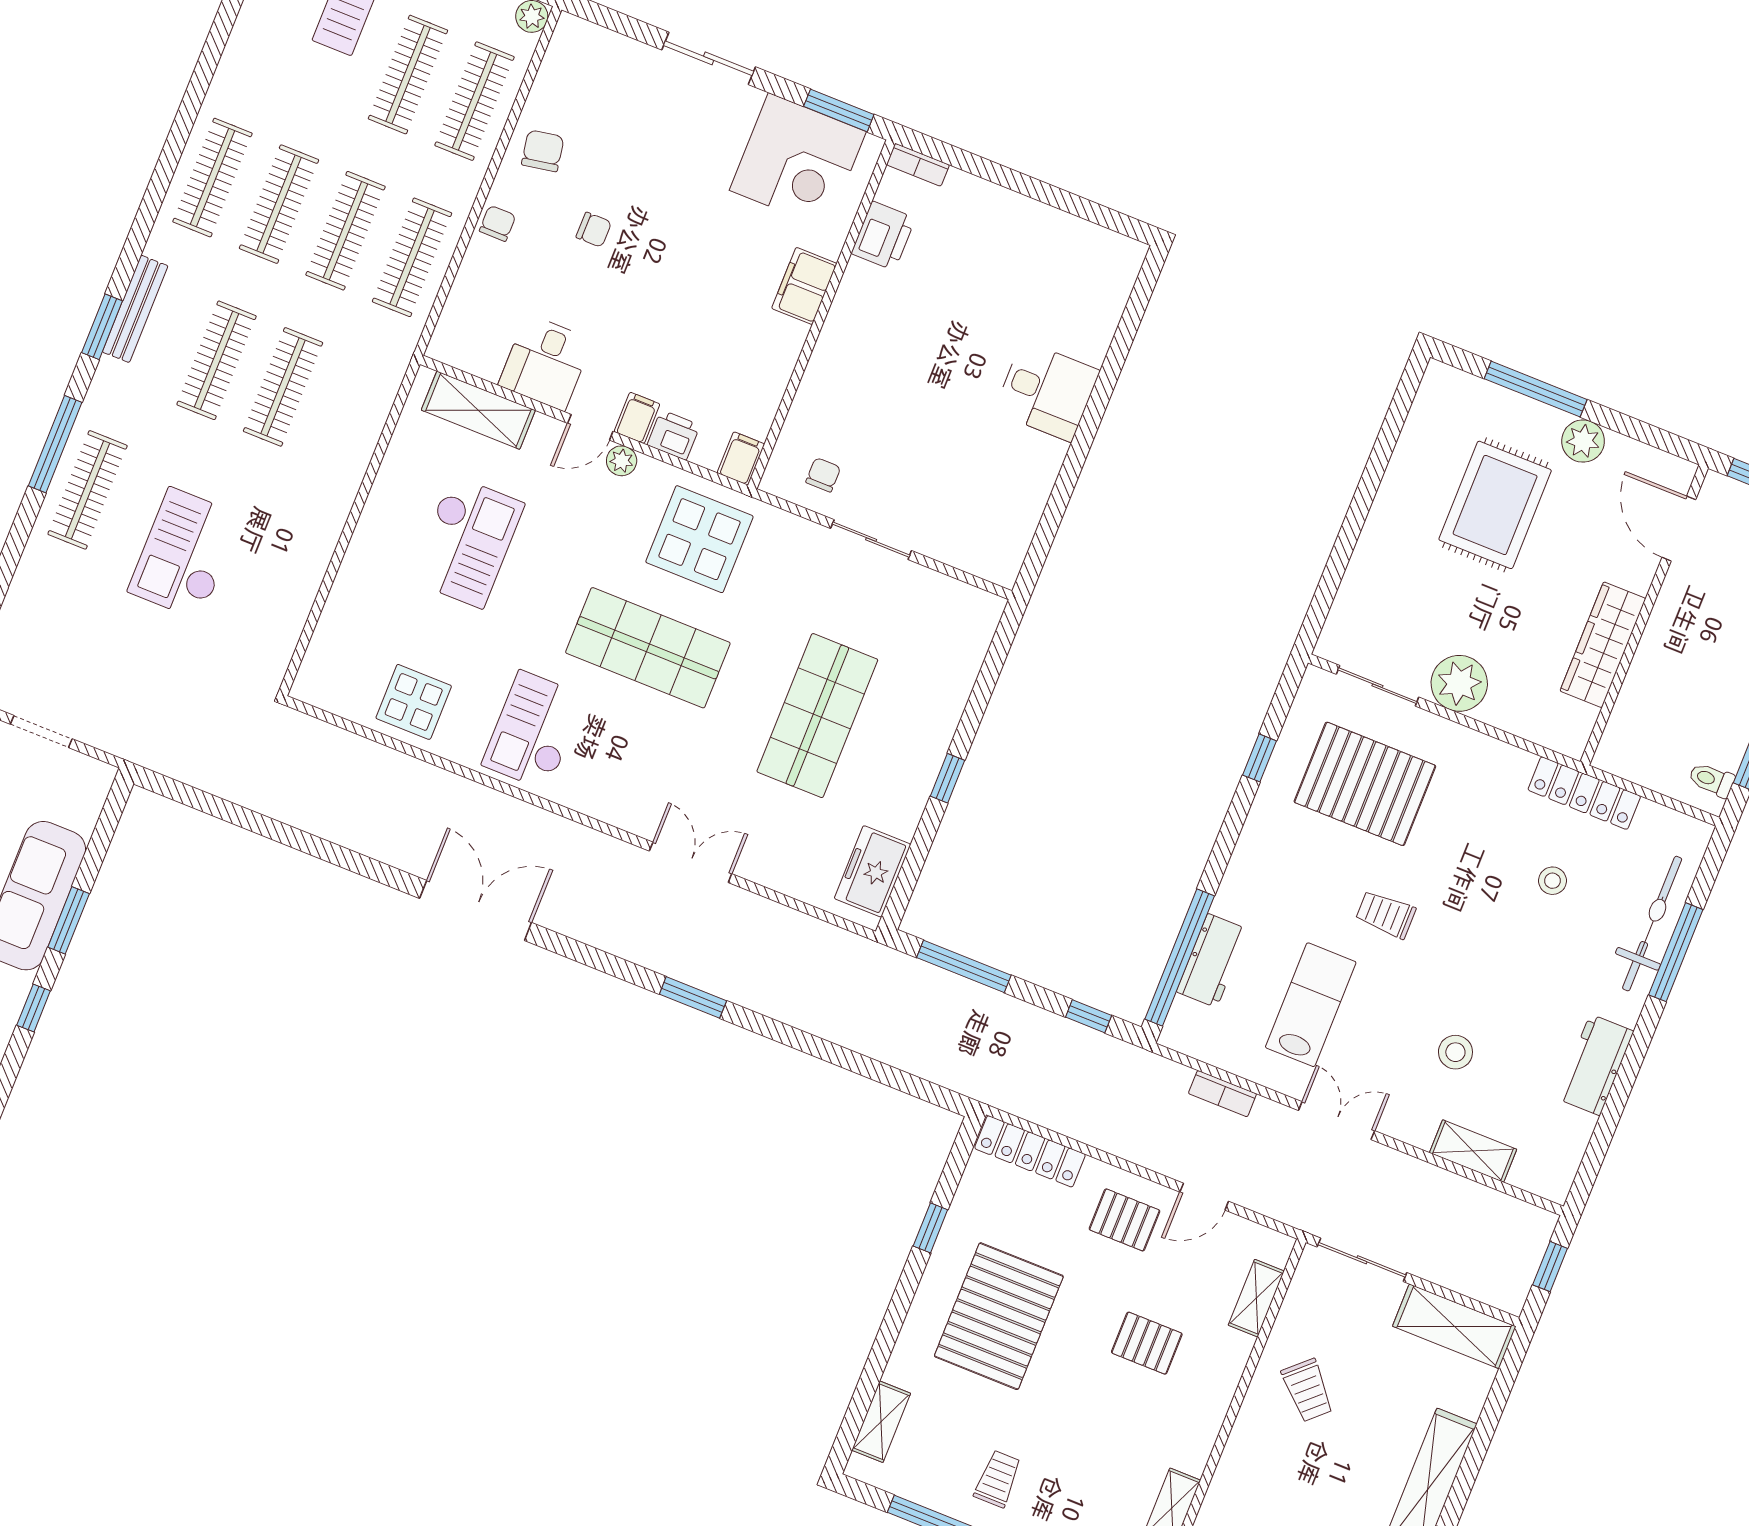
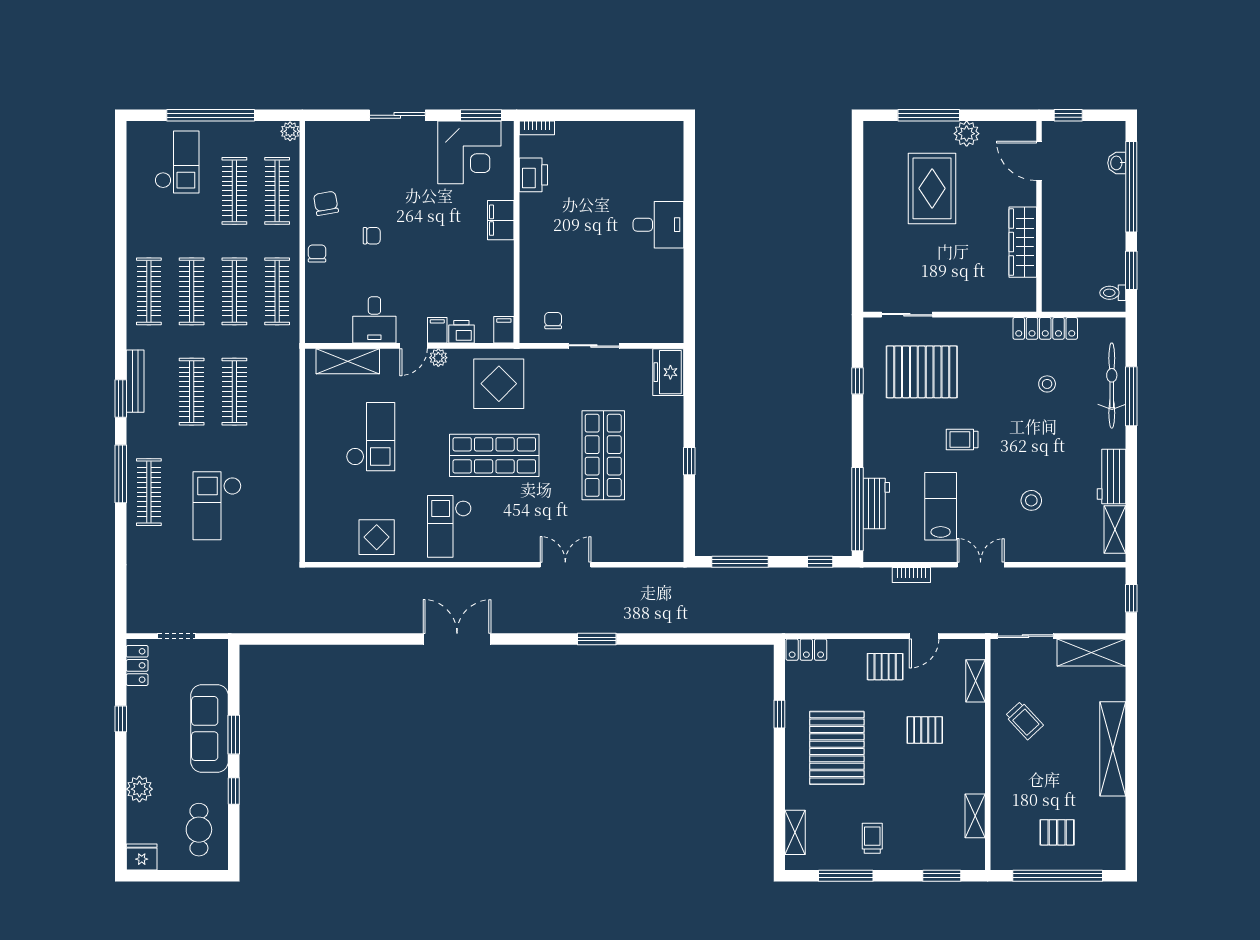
plant: (1459, 683) -> (952, 295), removed
freezer: (873, 871) -> (668, 372), moved
locker: (1030, 1151) -> (806, 650), width x0.66
shelving: (1473, 1151) -> (1115, 529), moved, turned 90

